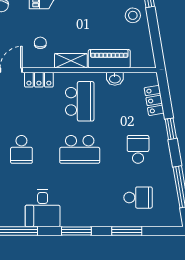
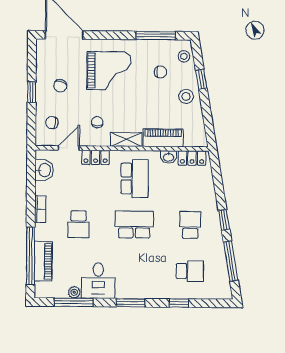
locker: (154, 100) -> (192, 158), moved, turned -80
window: (171, 129) -> (224, 220), moved
school desk: (80, 149) -> (134, 225), turned 180
plant: (18, 220) -> (74, 292), added
window: (127, 231) -> (179, 303), width x0.67

